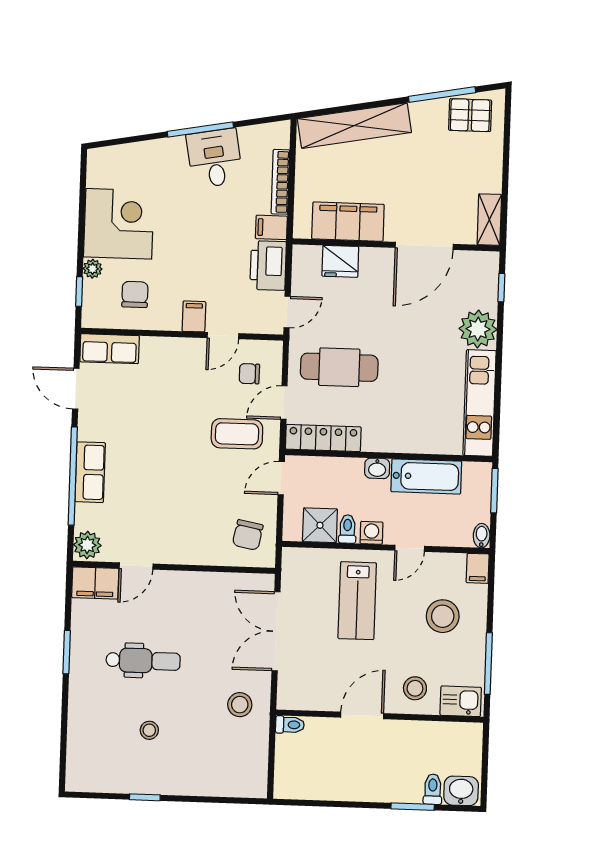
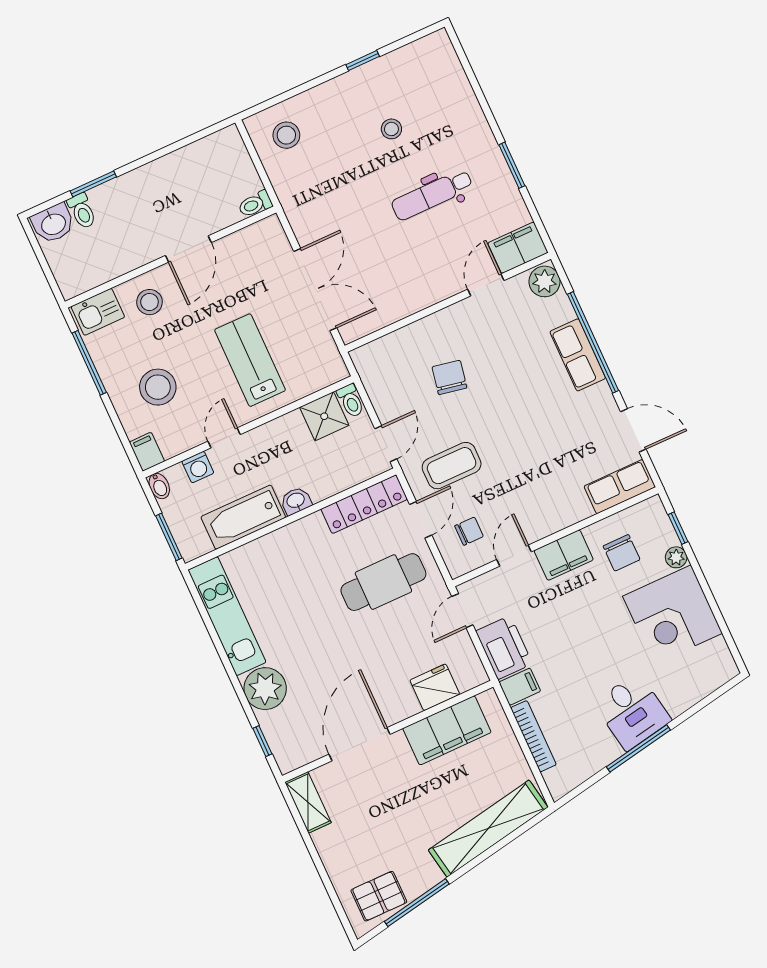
desk: (215, 158) -> (632, 712), moved
filing cabinet: (194, 316) -> (564, 555), width x2.00
toilet: (347, 529) -> (351, 401), moved
washing machine: (371, 533) -> (198, 467), moved
chair: (248, 535) -> (449, 377), moved
stool: (240, 705) -> (286, 135), moved

